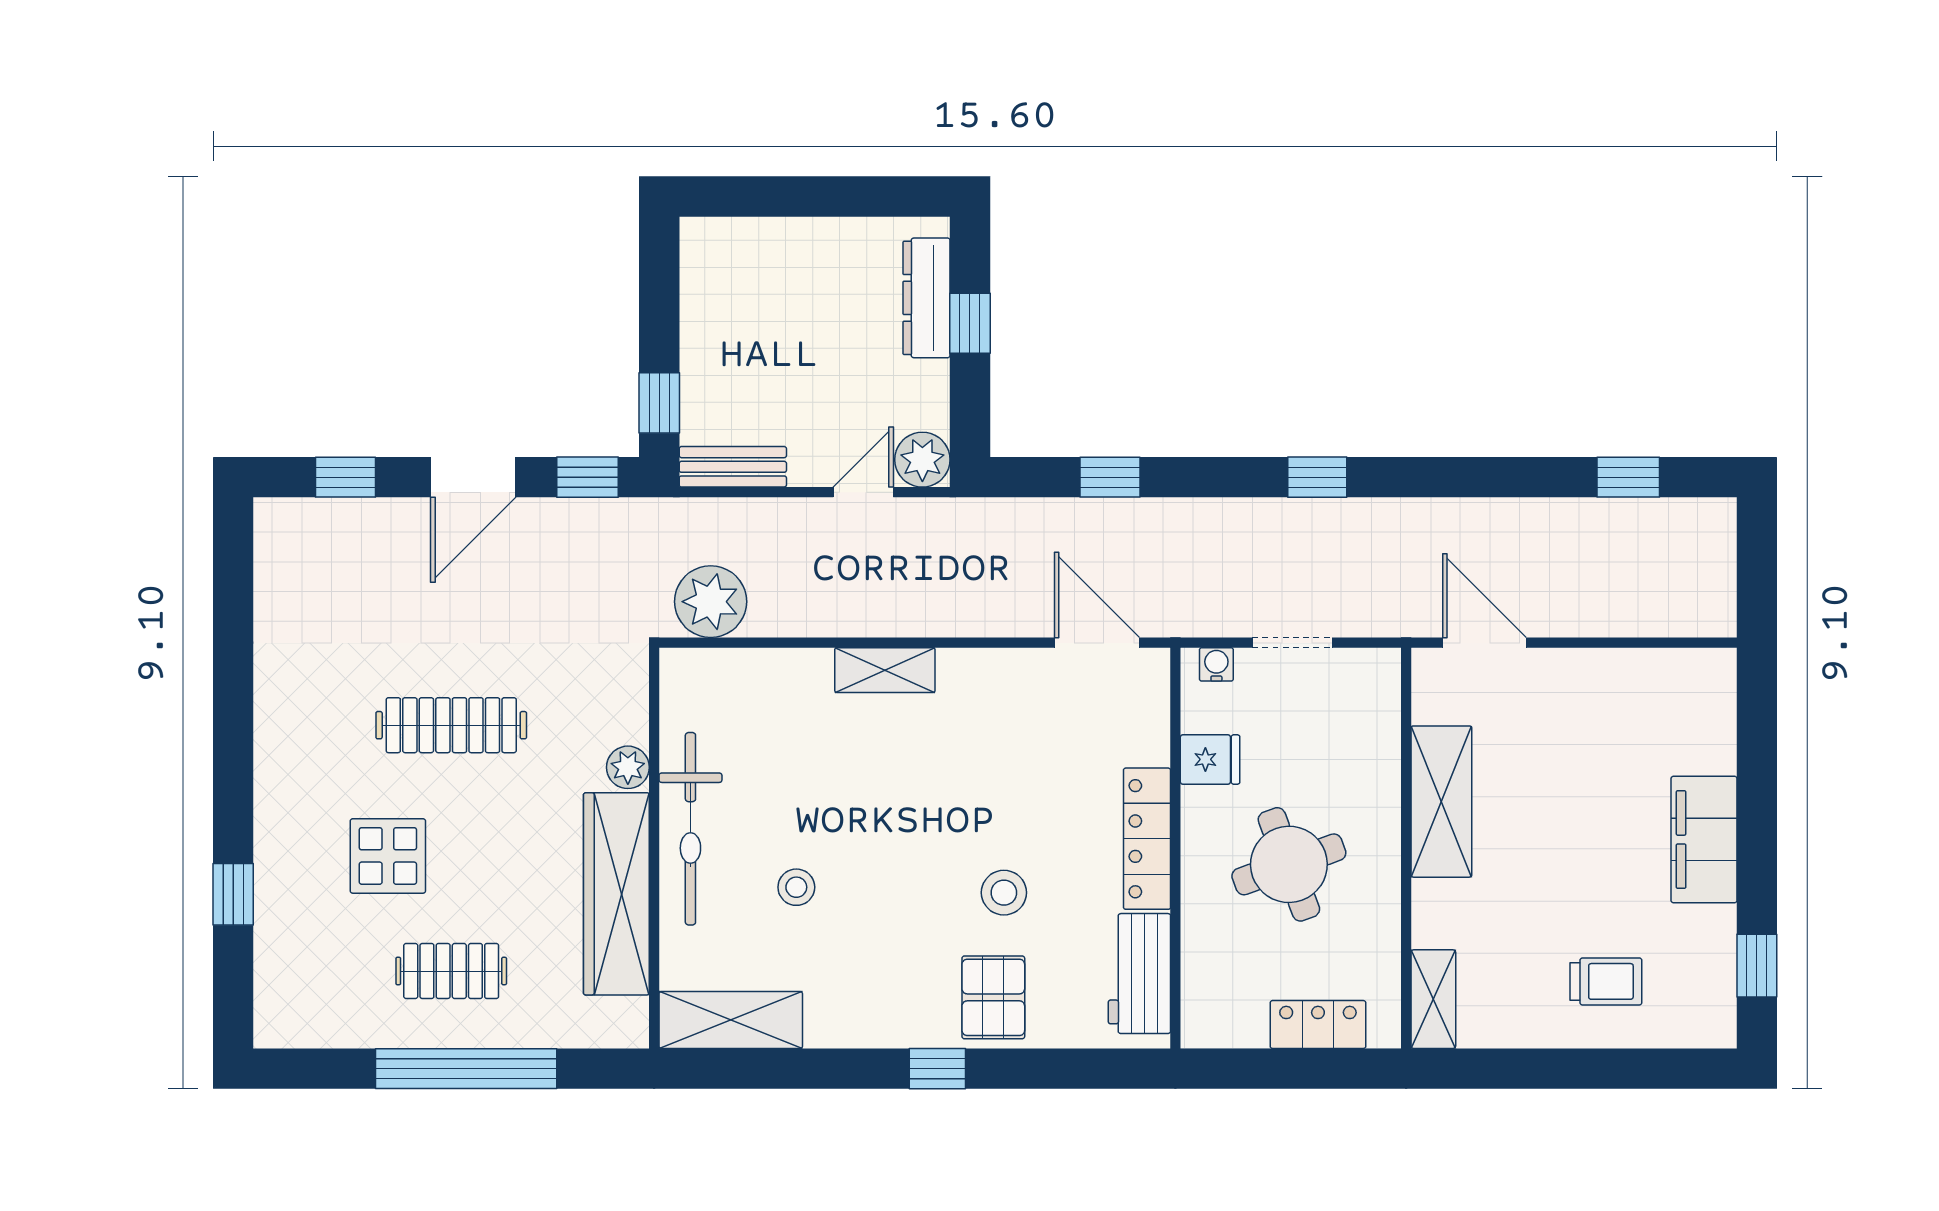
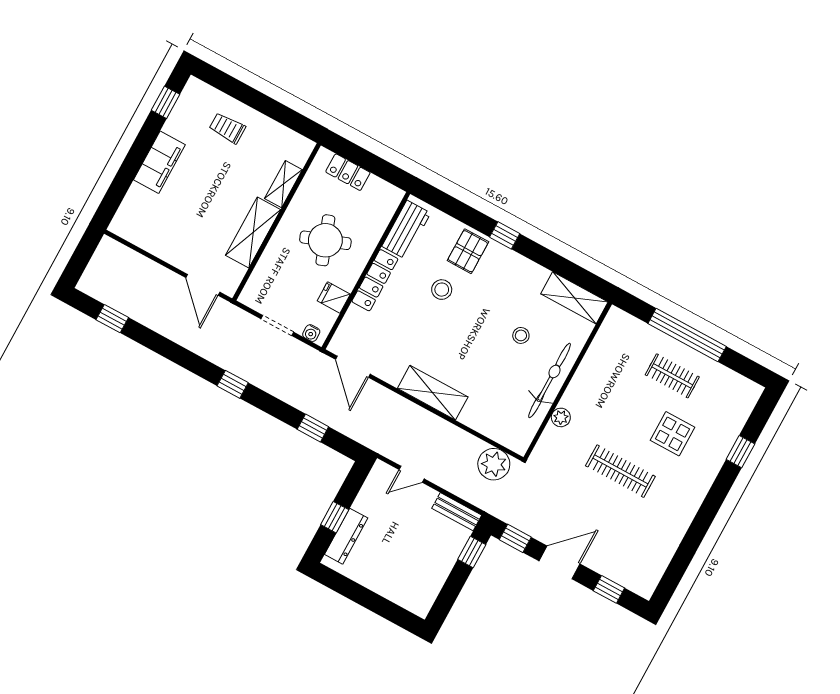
plant: (922, 460) -> (382, 474), removed
shelving: (885, 670) -> (433, 393), width x1.50, depth x1.33
wardrobe: (616, 894) -> (592, 371), removed
shelving: (1433, 999) -> (283, 184), moved

